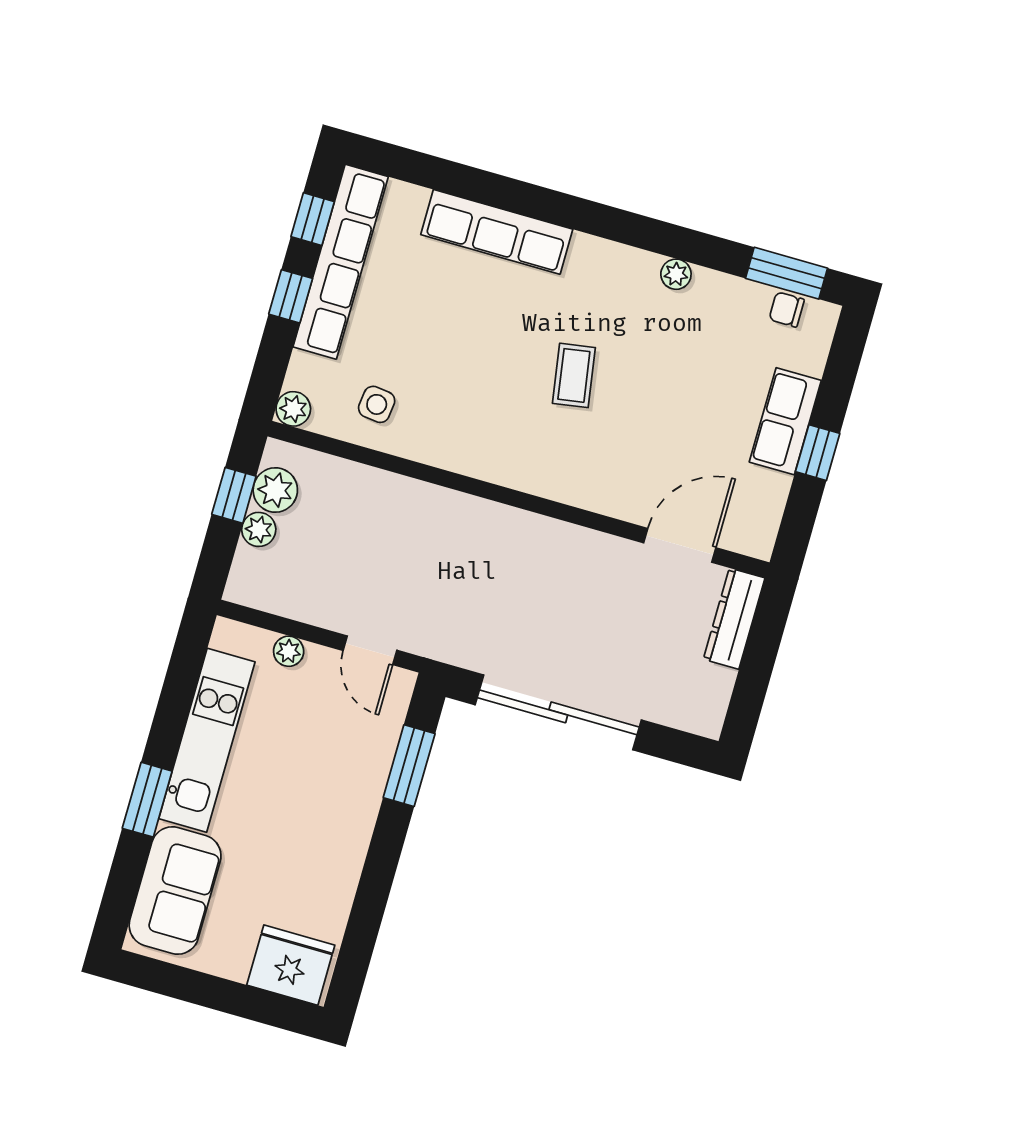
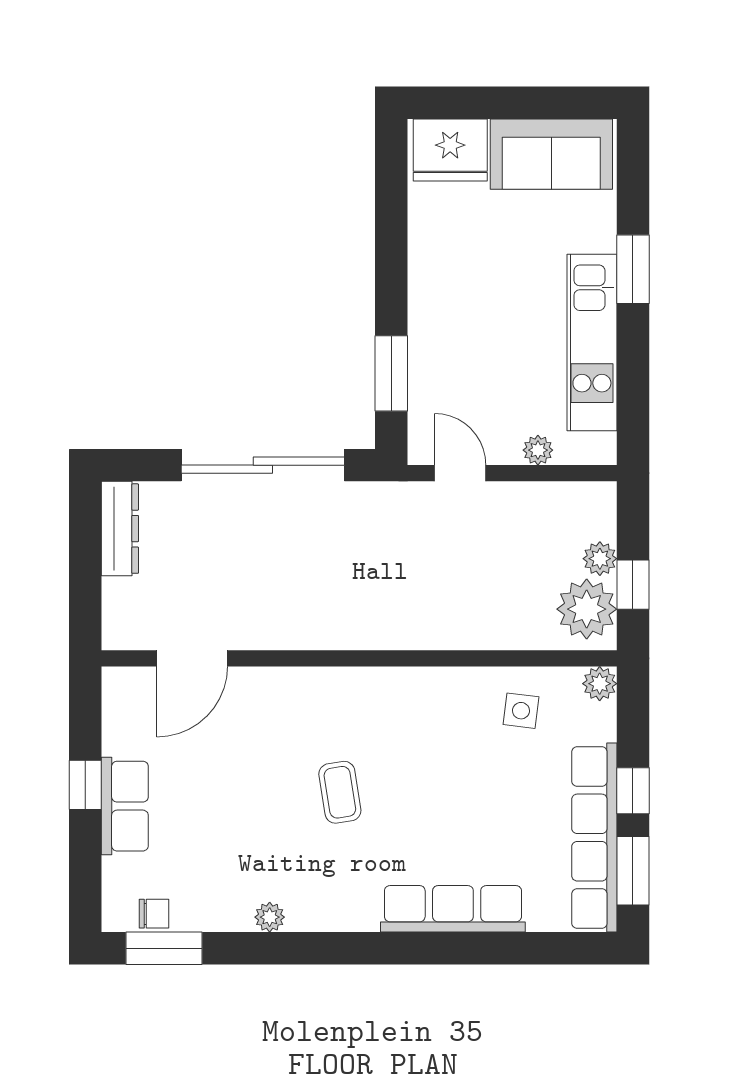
window: (313, 219) -> (633, 871), width x1.50
plant: (275, 490) -> (587, 609), width x1.36, depth x1.36
dresser: (734, 619) -> (120, 529), moved
sofa: (175, 890) -> (551, 154), moved, turned -90

